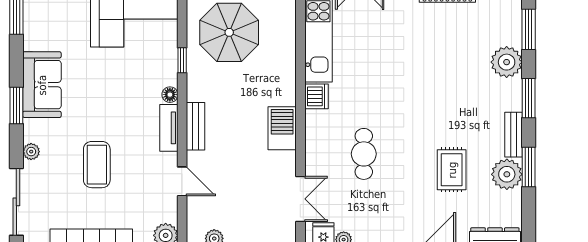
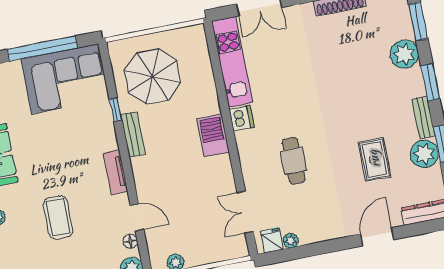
floor lamp: (170, 95) -> (130, 241), moved
bench: (196, 126) -> (133, 134), moved
barbecue: (282, 128) -> (213, 135), moved
double door: (300, 199) -> (245, 212), swing flipped

